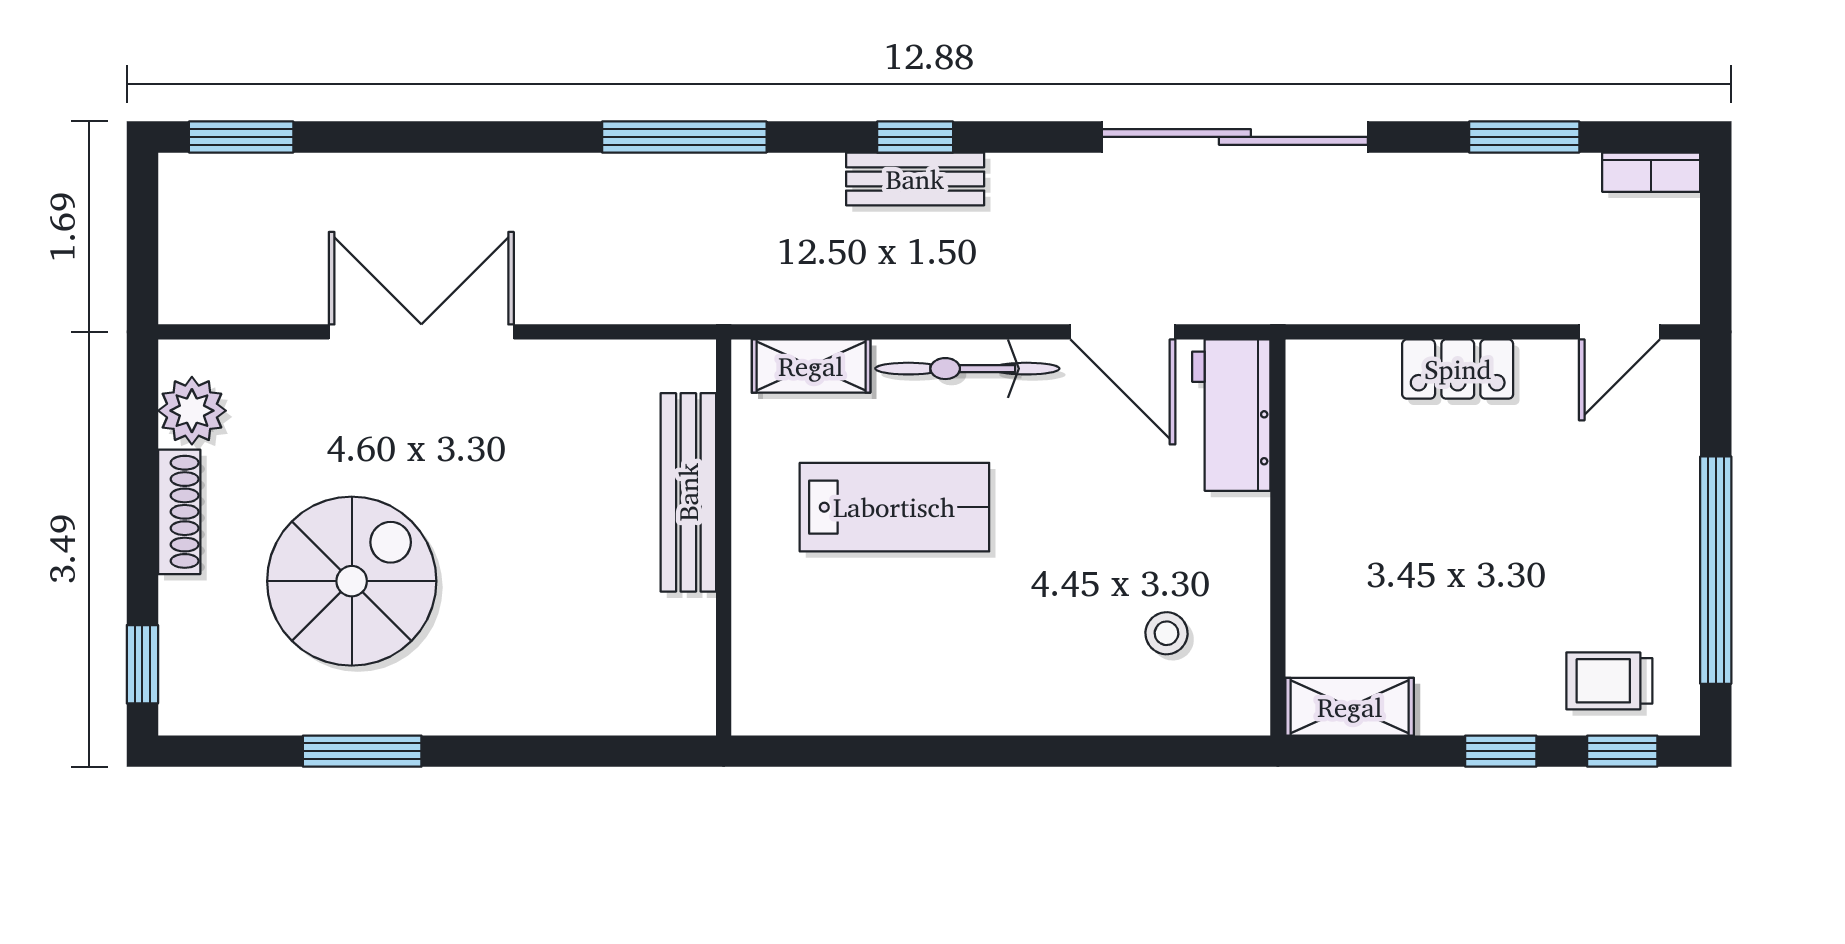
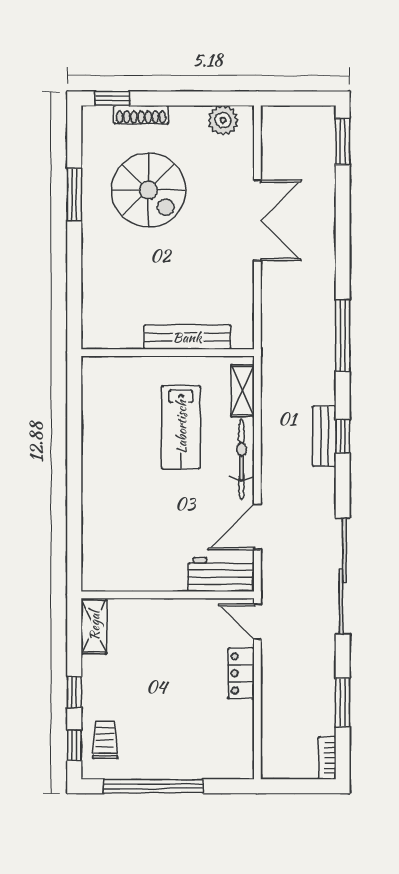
door: (1619, 332) -> (257, 622), moved
shoe rack: (179, 512) -> (141, 115), moved
stool: (1167, 633) -> (126, 546), removed

